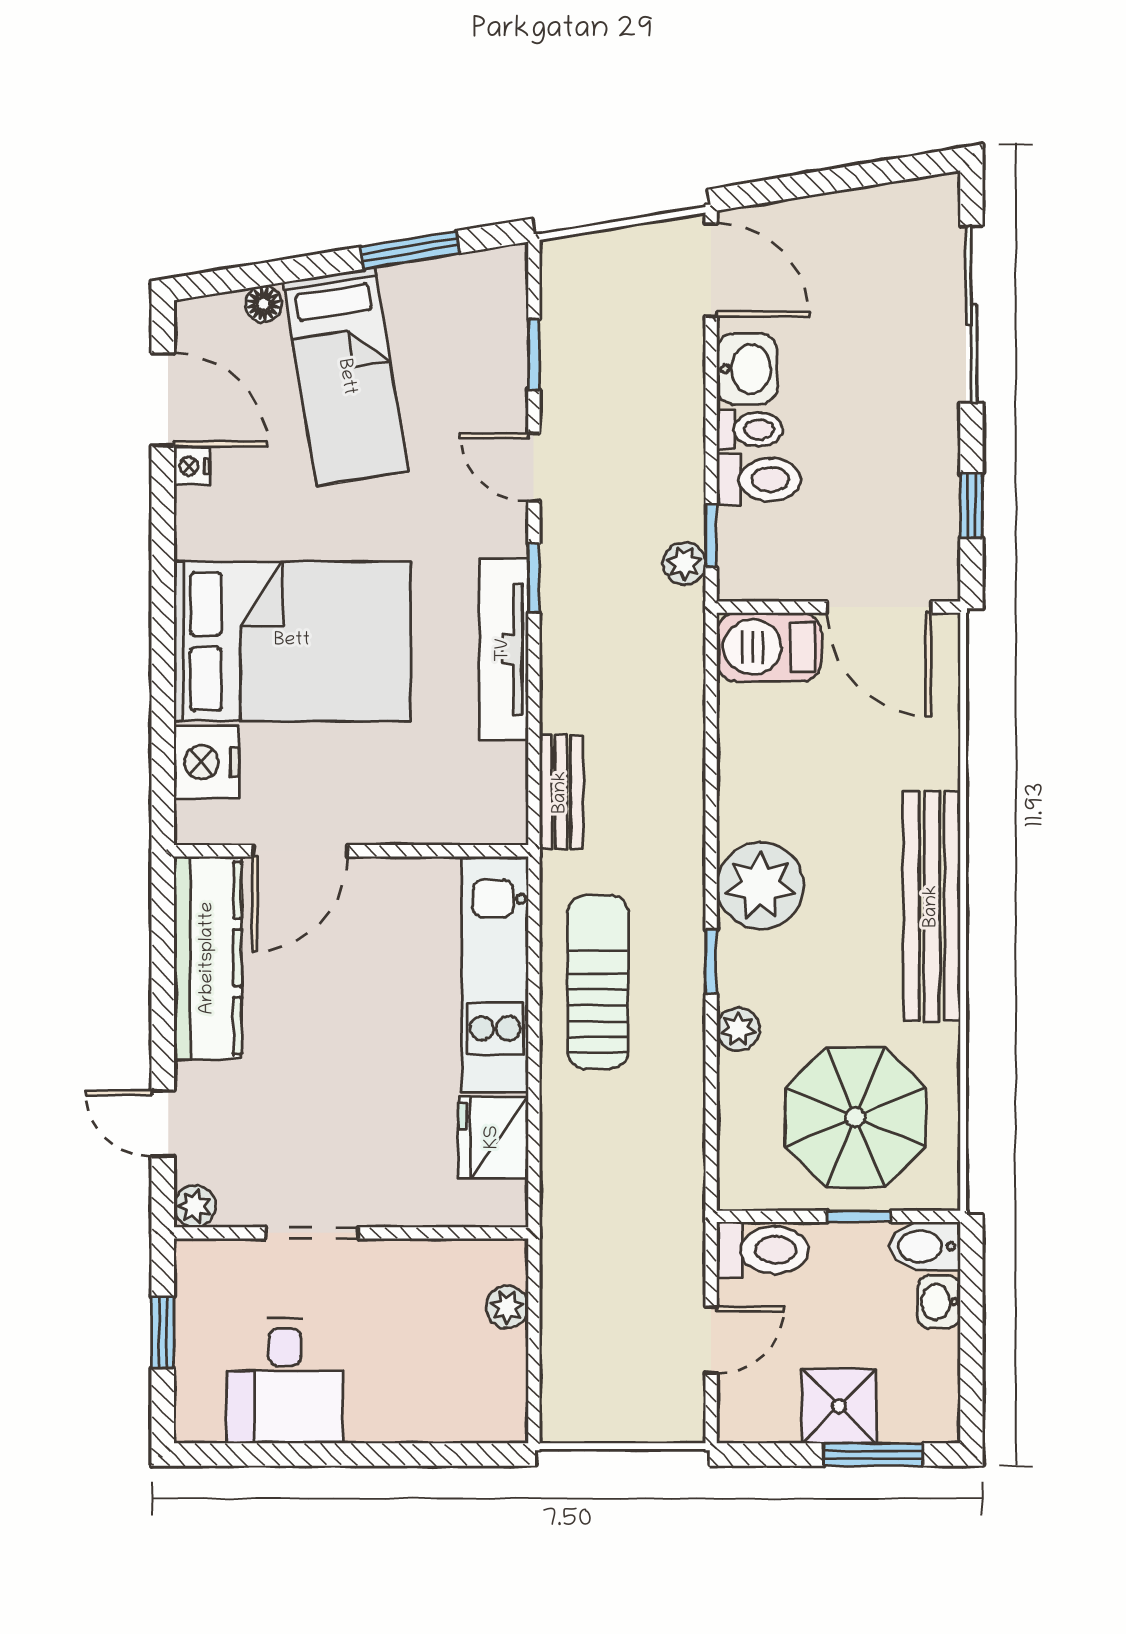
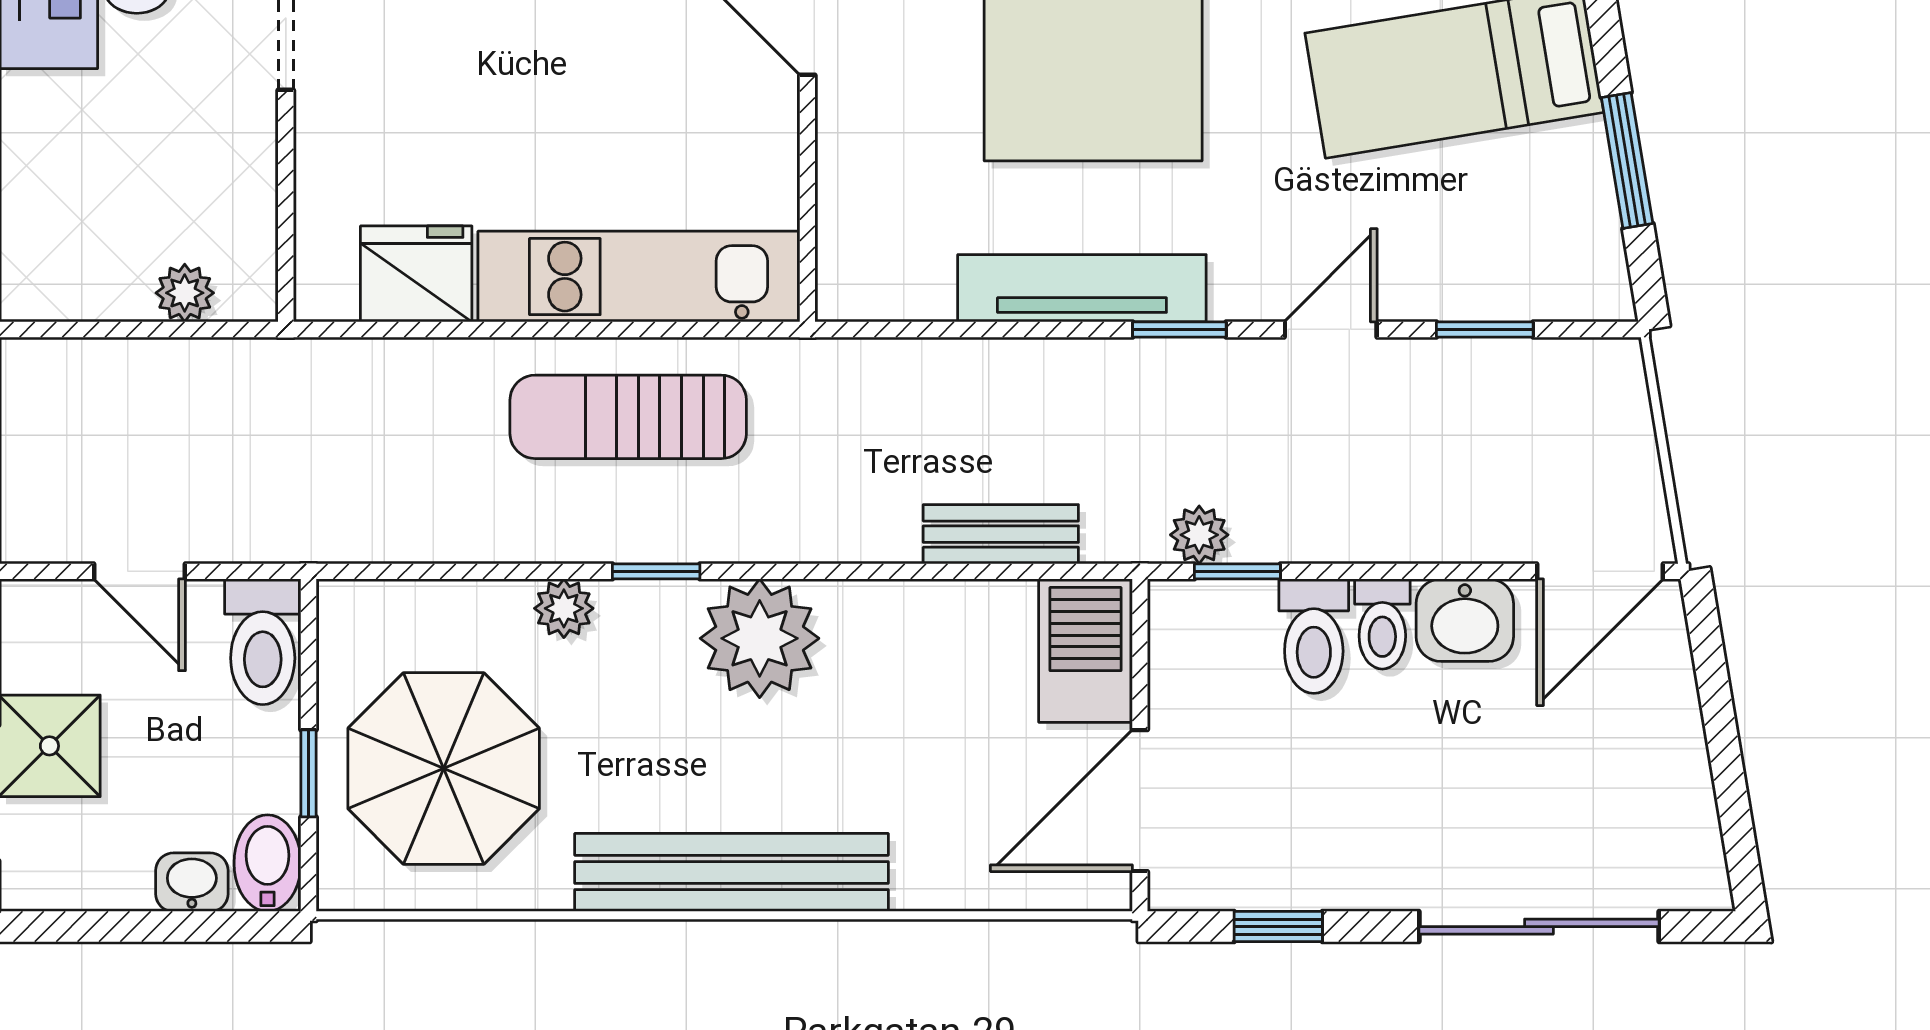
bench: (561, 792) -> (1001, 534), moved
sun lounger: (598, 982) -> (628, 417), turned 180

